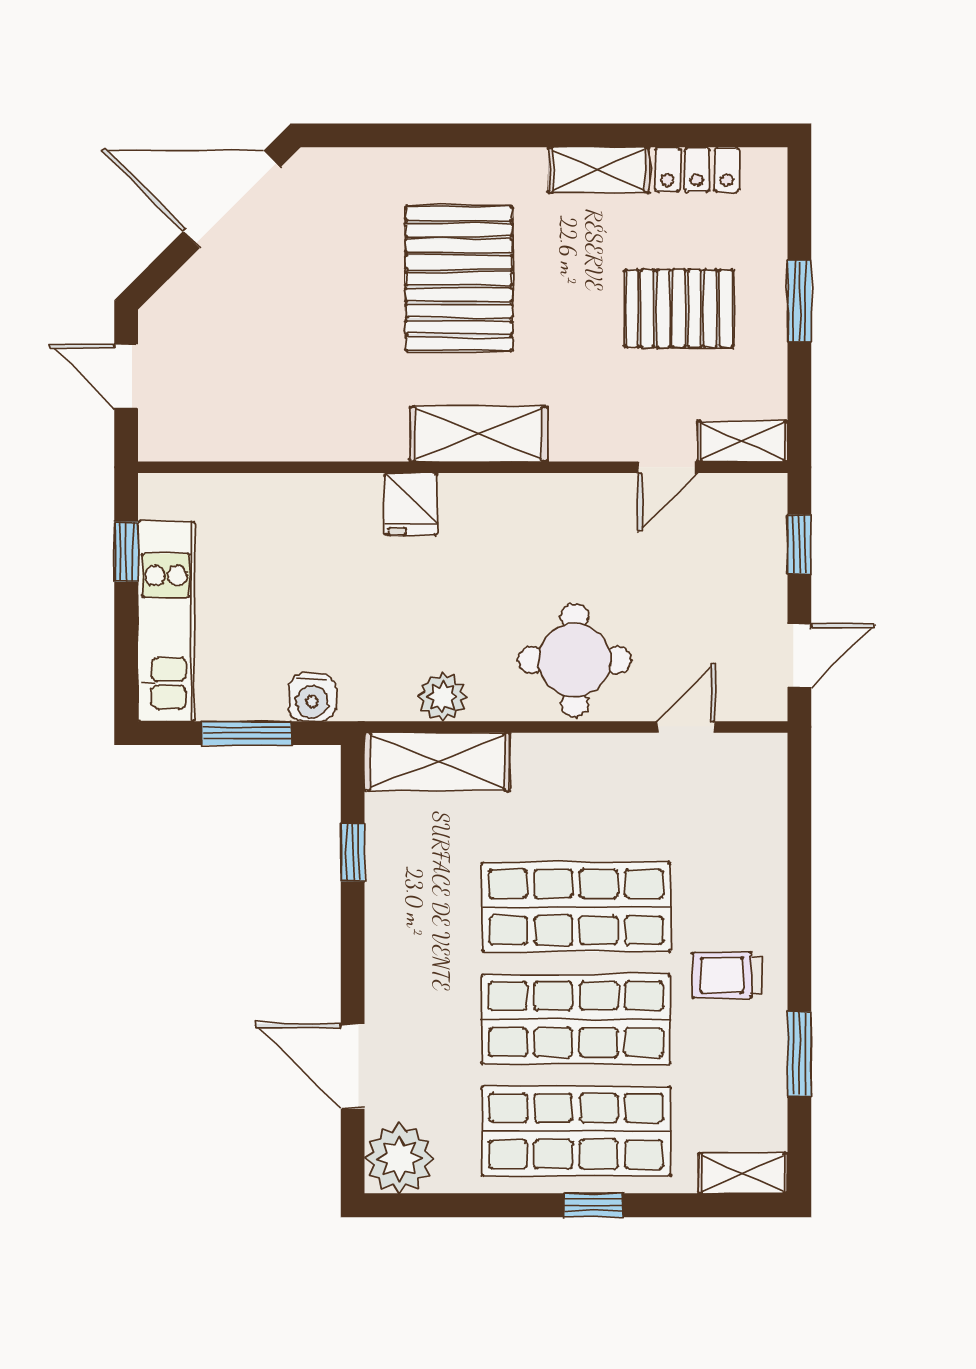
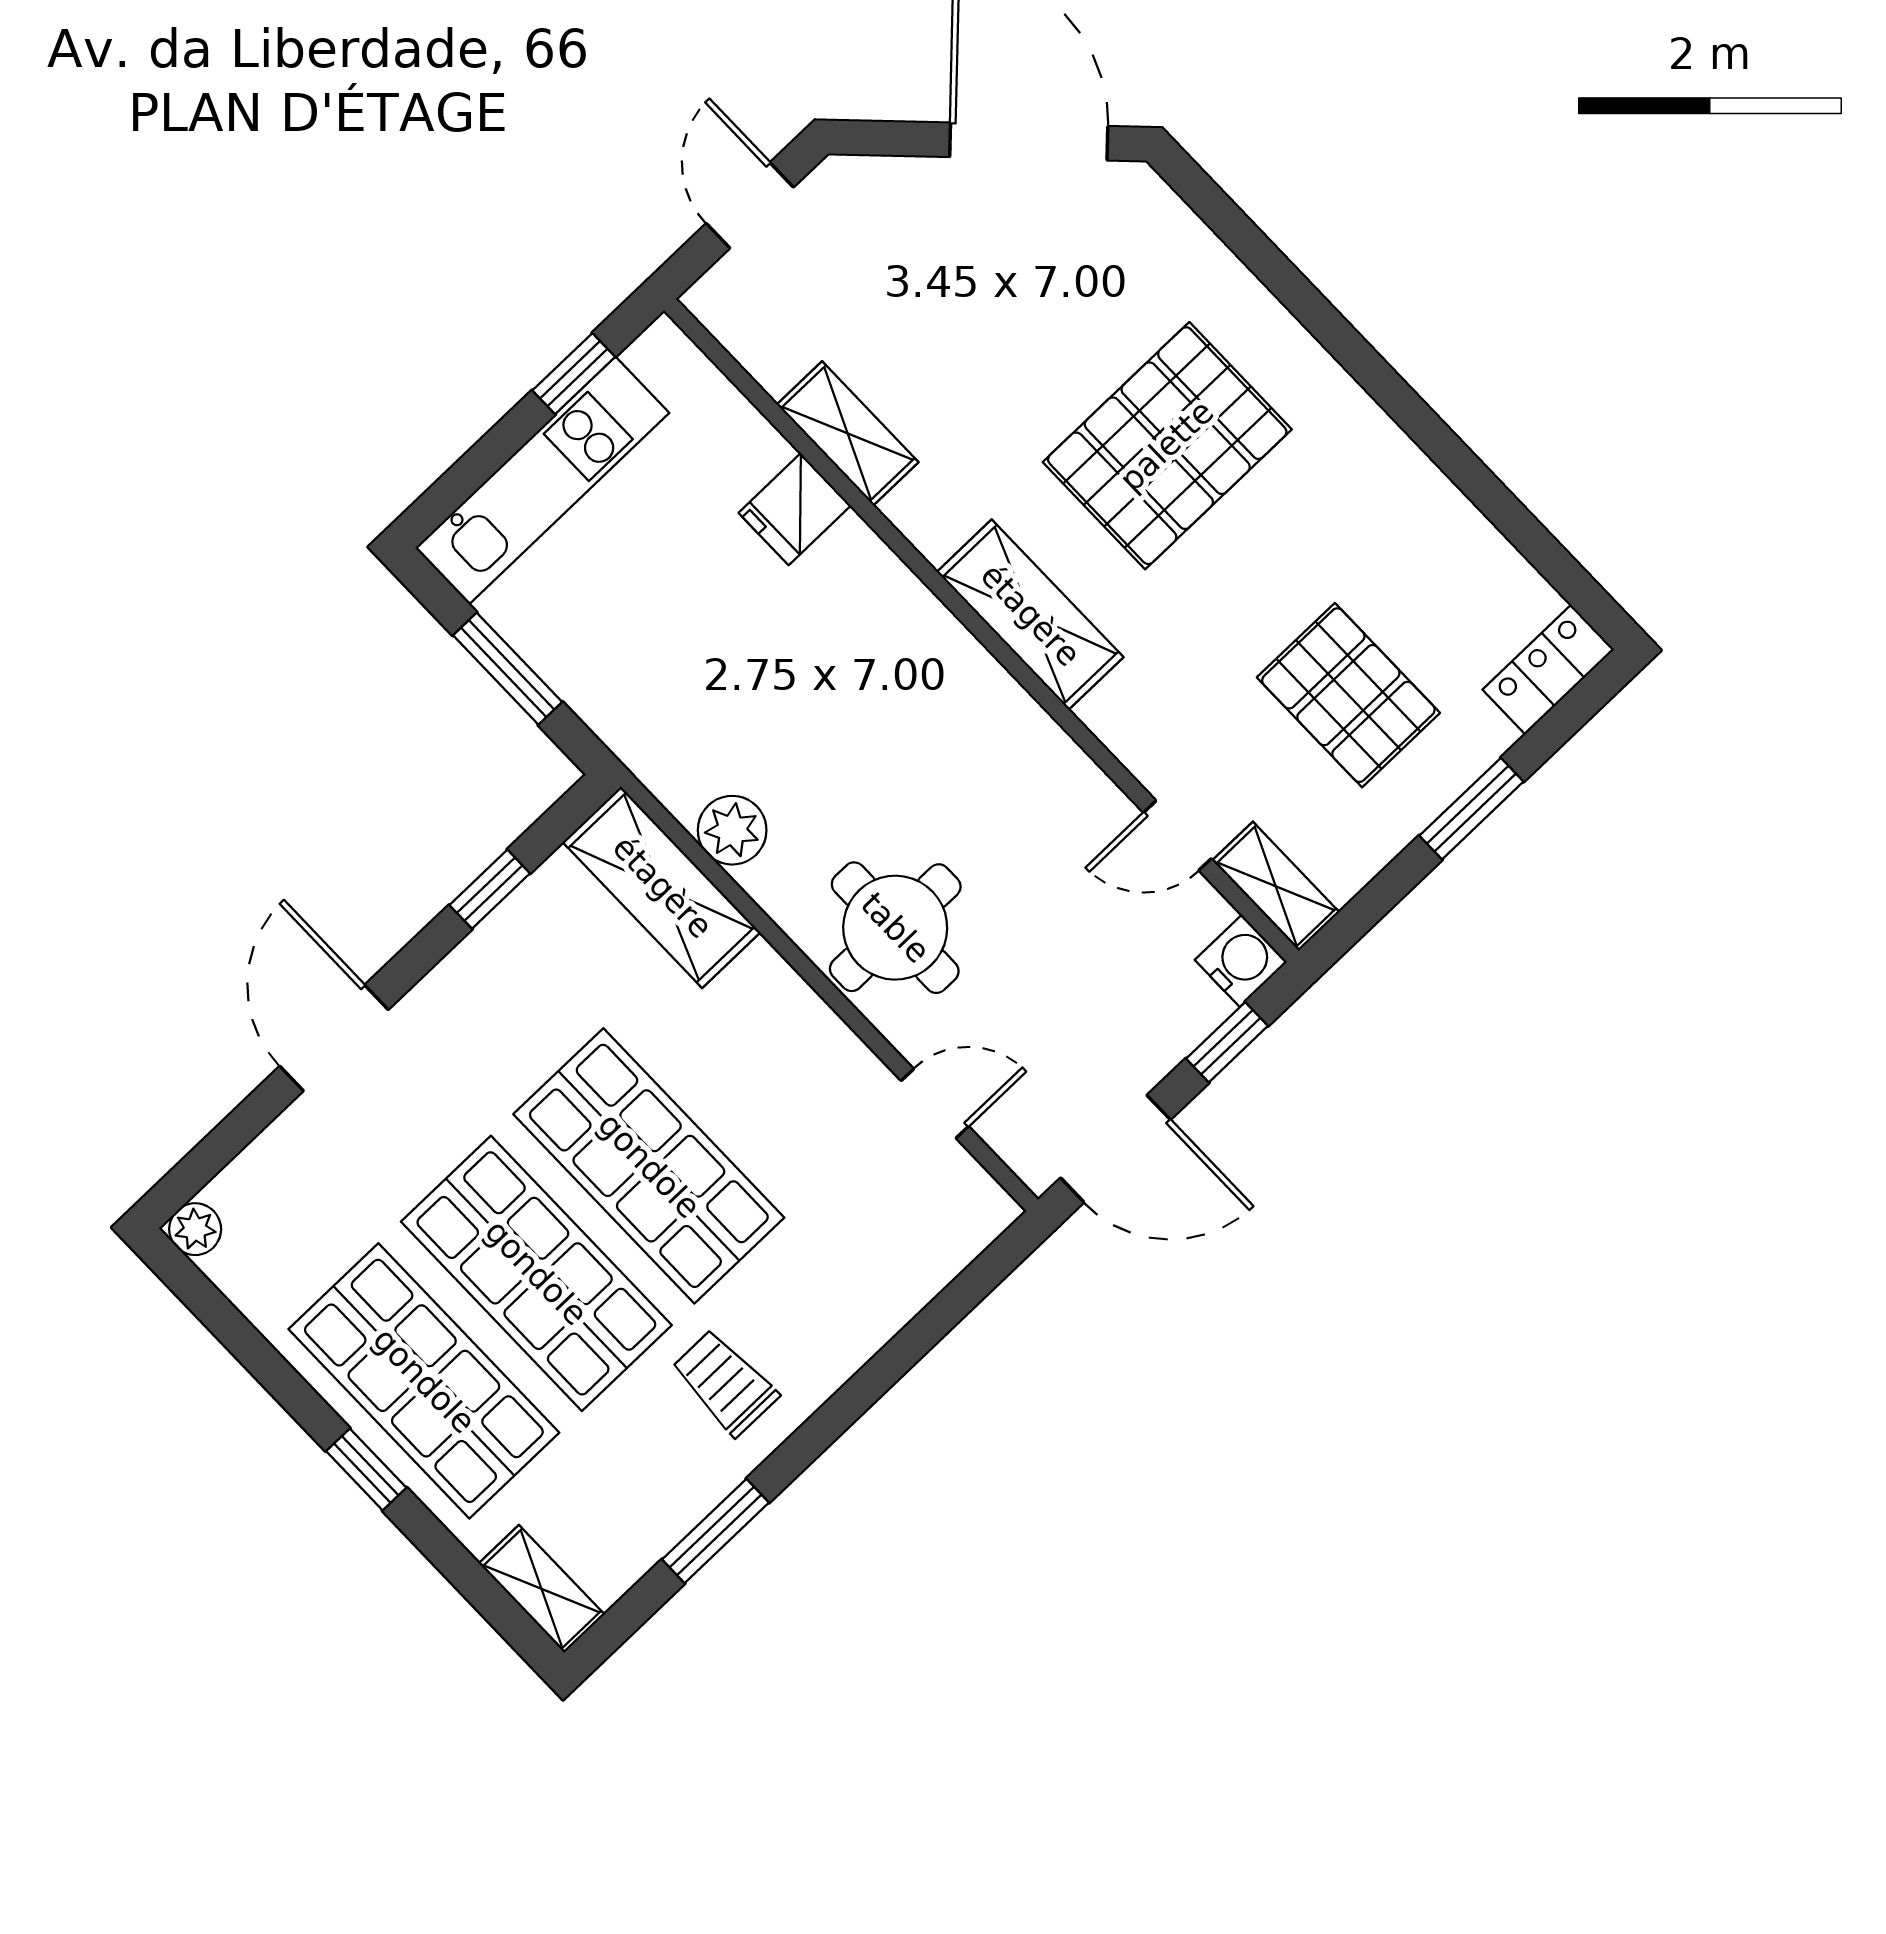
shelving: (599, 170) -> (848, 433), moved
locker: (697, 170) -> (1548, 669), moved, turned 90
fridge: (411, 504) -> (795, 509), moved
door: (799, 655) -> (1115, 1149), width x1.37
water cooler: (312, 698) -> (1241, 961), moved, turned 180
door: (353, 1066) -> (334, 1038), moved
plant: (400, 1158) -> (195, 1229), width x0.53, depth x0.53

